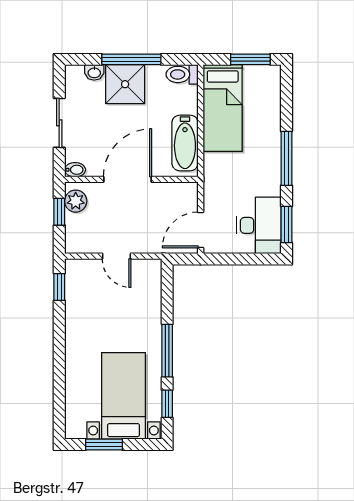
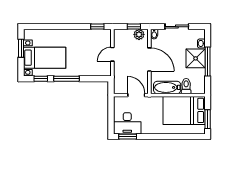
toilet: (182, 74) -> (186, 86), moved
bed: (223, 108) -> (184, 110), width x1.50
window: (287, 158) -> (160, 137), removed
door: (201, 230) -> (136, 95), moved

